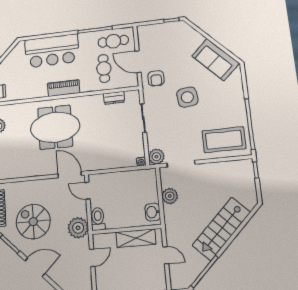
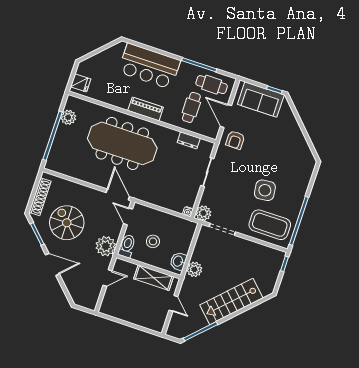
sofa: (215, 60) -> (261, 100), moved, turned -46
side table: (187, 97) -> (265, 190), moved
meeting table: (55, 127) -> (122, 143), width x1.36
plant: (170, 196) -> (194, 269), moved
stool: (121, 204) -> (153, 241), added

